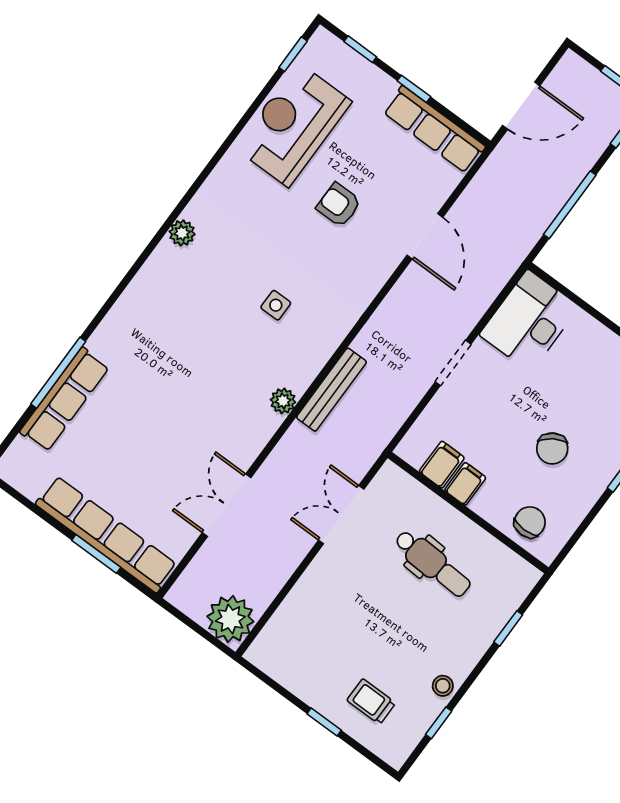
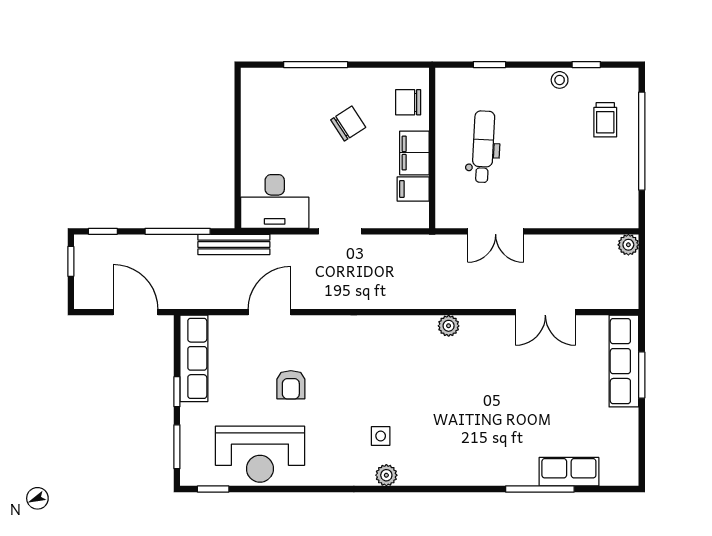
window: (360, 49) -> (177, 447), width x1.50
side table: (276, 305) -> (381, 436), moved
bench: (331, 390) -> (234, 244), moved
row of seats: (65, 399) -> (569, 472), width x0.68
filing cabinet: (465, 484) -> (414, 153), width x2.00
row of seats: (106, 534) -> (624, 361), width x0.73
plant: (230, 619) -> (628, 245), width x0.53, depth x0.53
window: (324, 722) -> (642, 141), width x3.17

